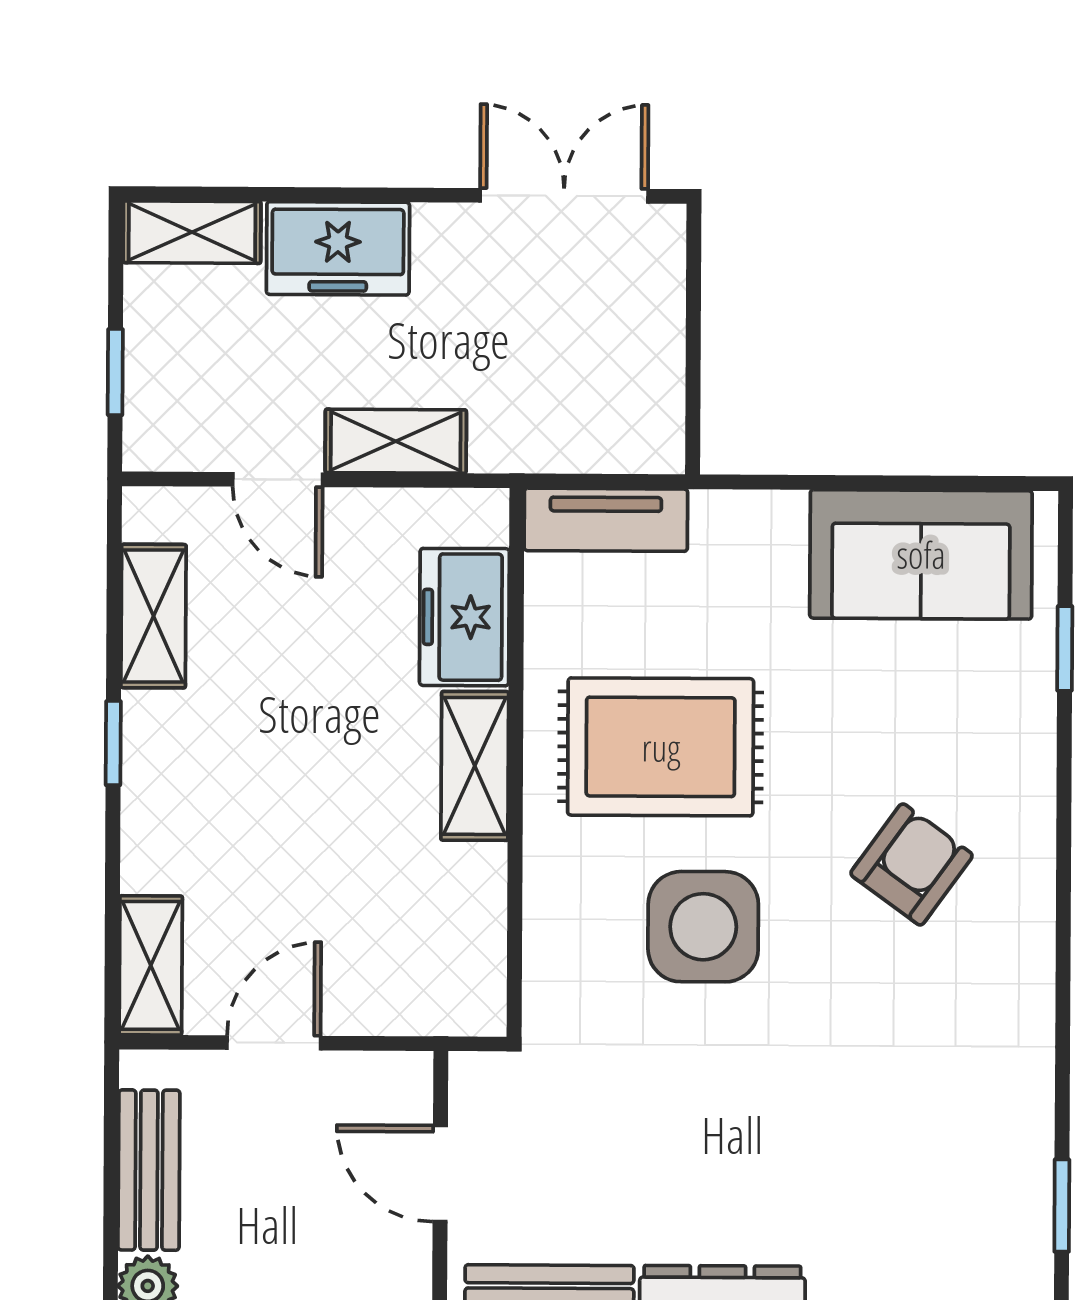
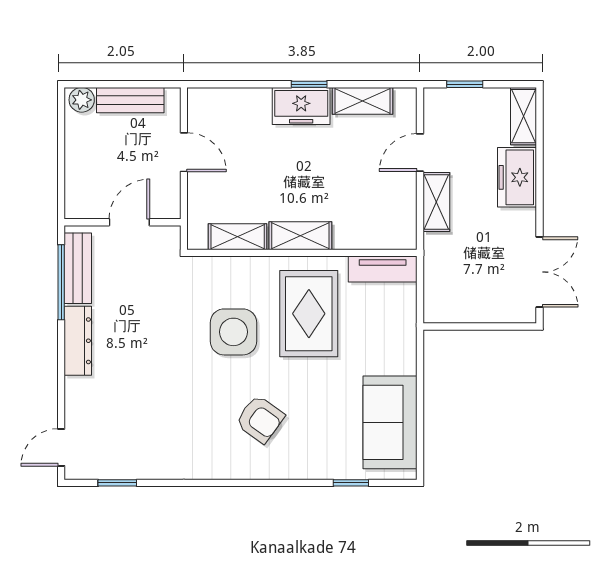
tv unit: (606, 520) -> (383, 269), moved, turned -90
freezer: (464, 617) -> (301, 106), moved, turned 180
shelving: (151, 965) -> (238, 237), moved

